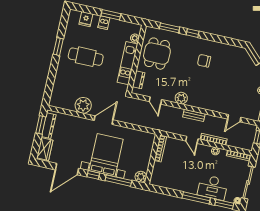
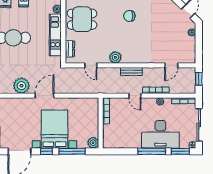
dining table: (157, 54) -> (82, 19), turned 90
desk: (213, 187) -> (160, 134), width x1.36, depth x1.30

